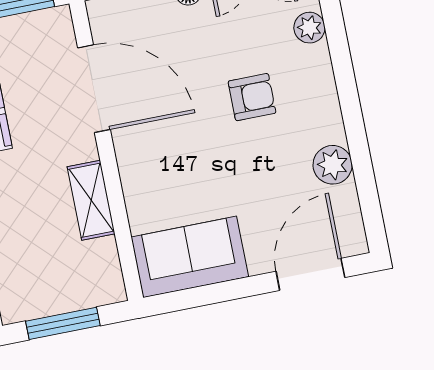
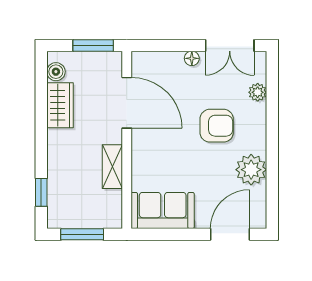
armchair: (252, 97) -> (217, 126), width x1.38, depth x1.38
plant: (333, 165) -> (251, 170), width x1.36, depth x1.36

